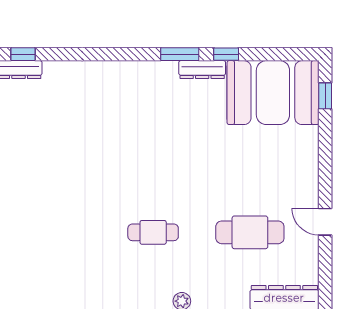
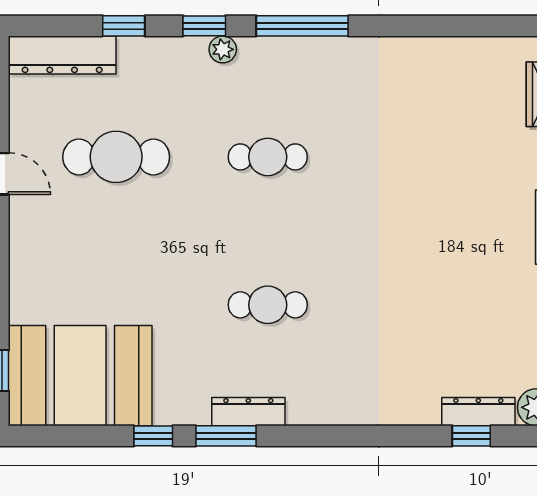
dresser: (202, 70) -> (248, 412), moved
cafe table: (153, 138) -> (268, 305), added

